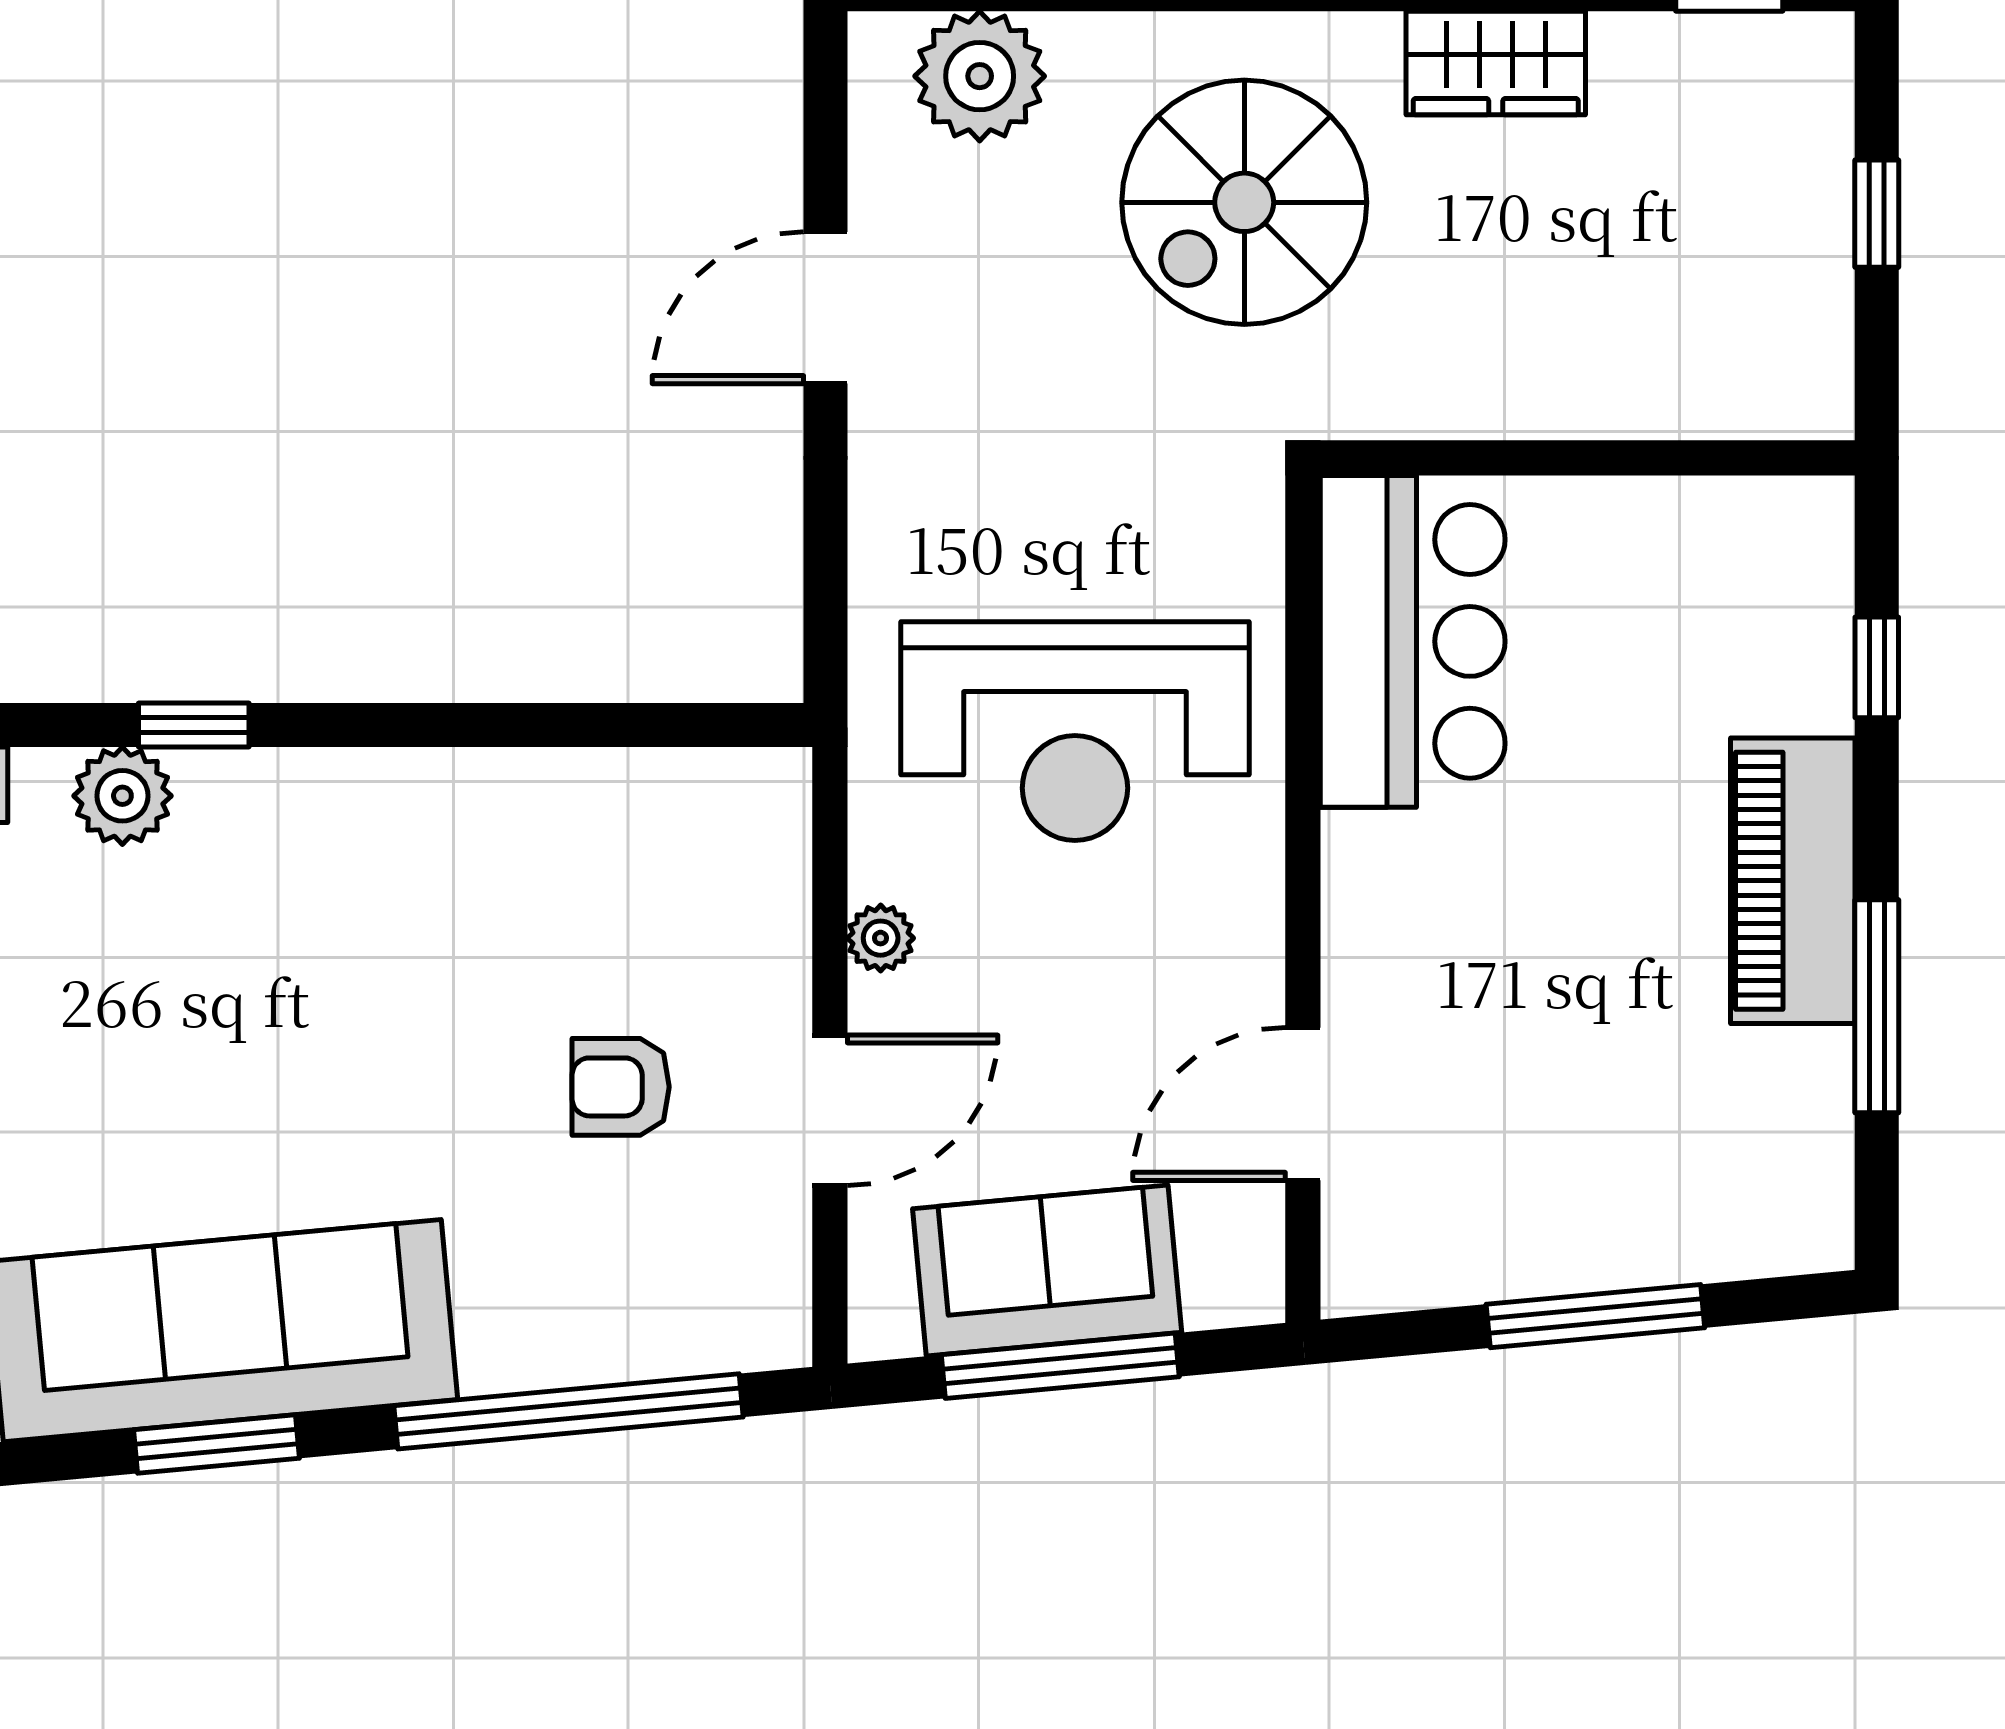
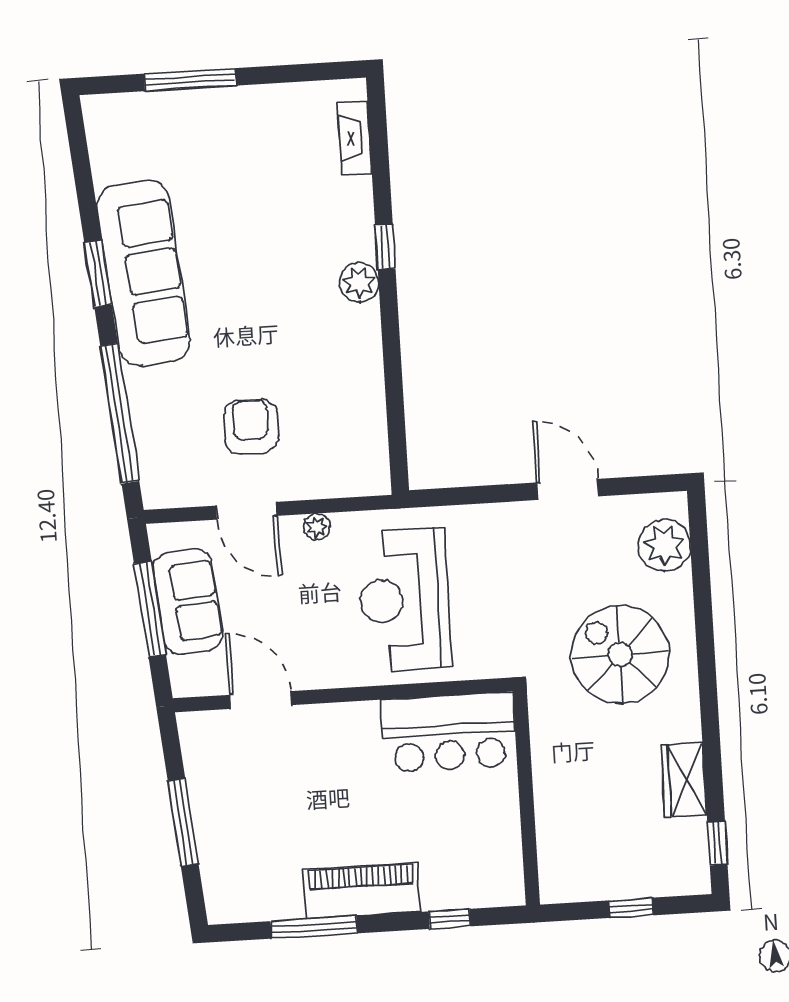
wardrobe: (1496, 63) -> (684, 780), moved
plant: (122, 796) -> (359, 282), moved
armchair: (621, 1087) -> (251, 426), width x1.38, depth x1.38

